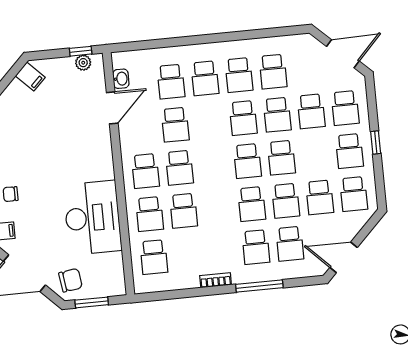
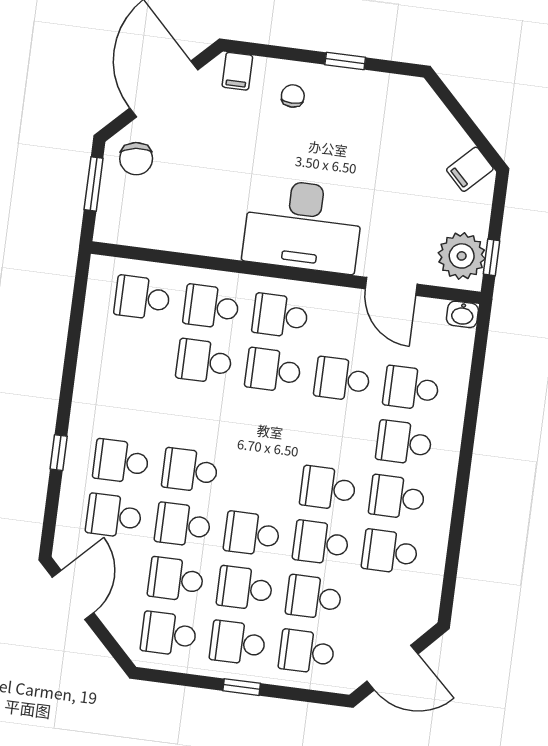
door: (343, 54) -> (392, 668), hinge flipped
plant: (83, 63) -> (462, 256), width x1.88, depth x1.88
washbasin: (121, 79) -> (462, 314), moved
school desk: (247, 161) -> (245, 588), moved
desk: (92, 218) -> (303, 226), moved
bookcase: (216, 280) -> (84, 386), removed
window: (259, 286) -> (59, 453), width x0.46

